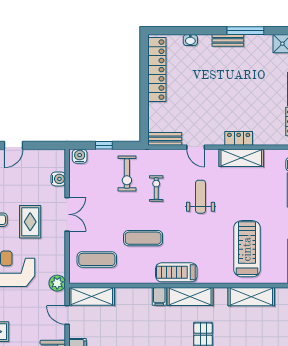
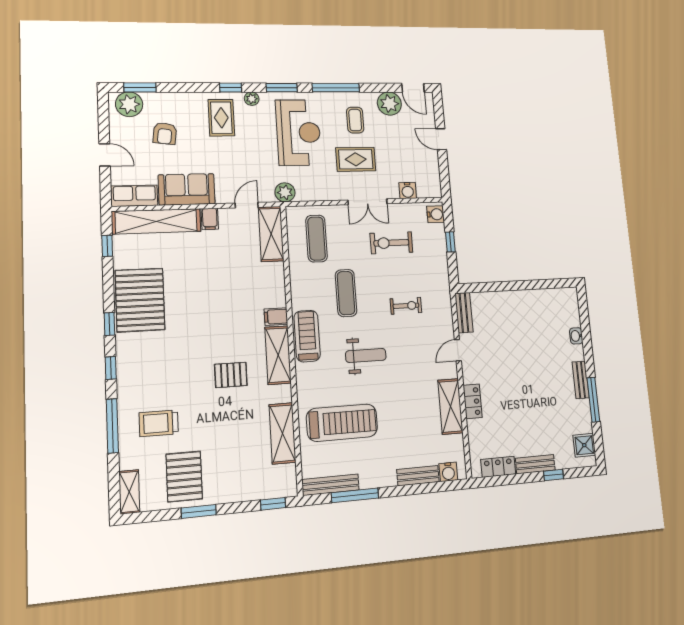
locker: (157, 70) -> (540, 299), removed
exercise bike: (127, 174) -> (391, 243), moved
weight bench: (201, 197) -> (366, 355), moved

